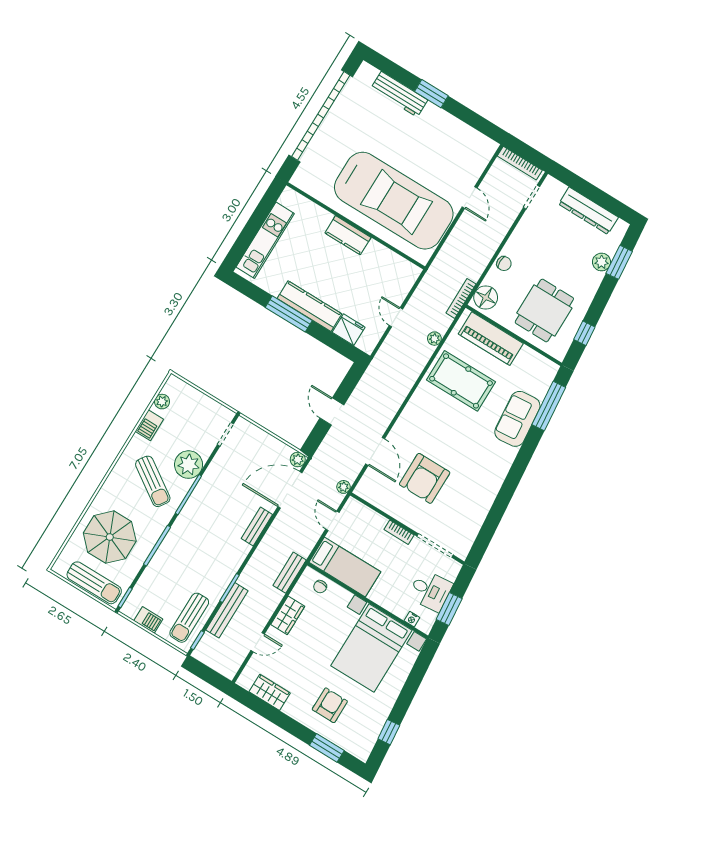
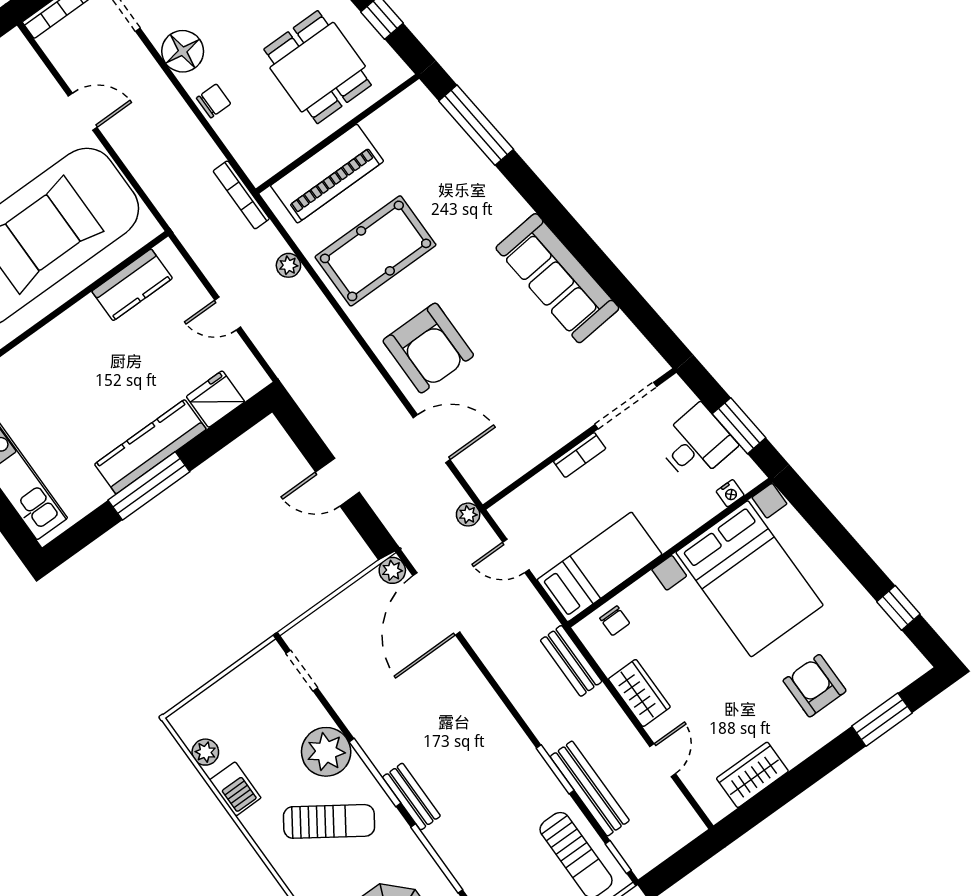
kitchen counter: (348, 235) -> (132, 285), moved
floor lamp: (486, 297) -> (183, 51), moved
sofa: (517, 419) -> (557, 278), moved, width x1.36
armchair: (425, 478) -> (428, 348), moved
bench: (257, 526) -> (411, 797), moved

